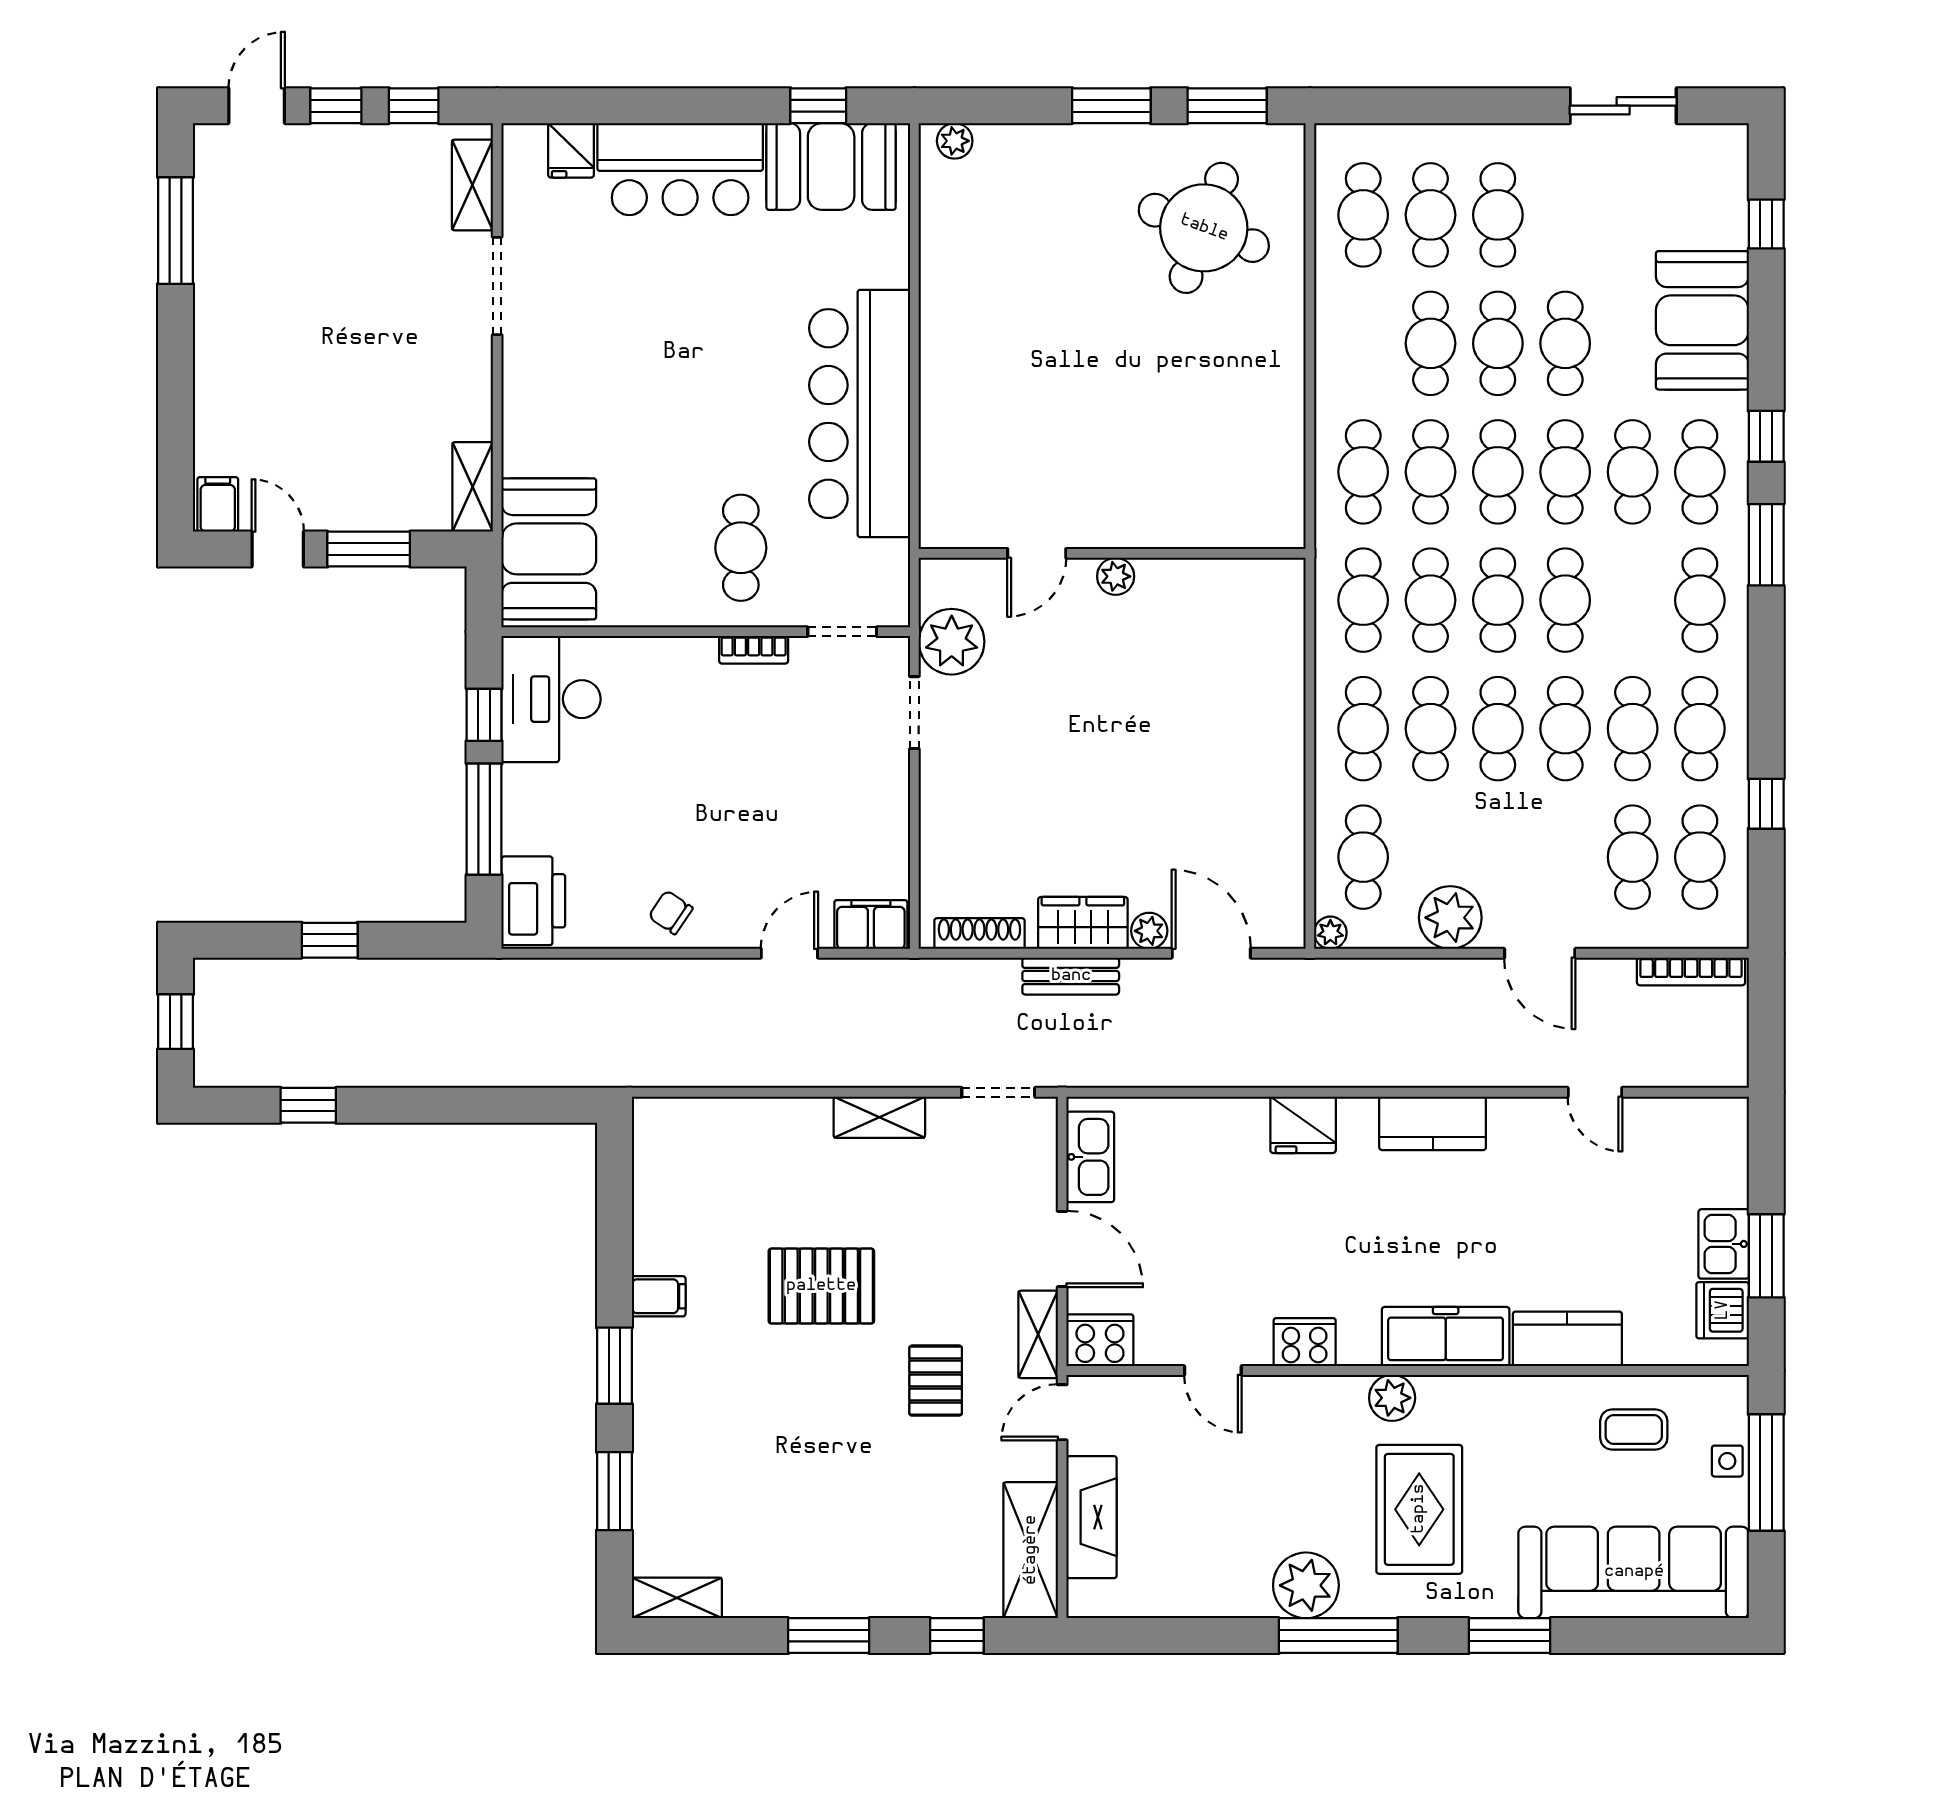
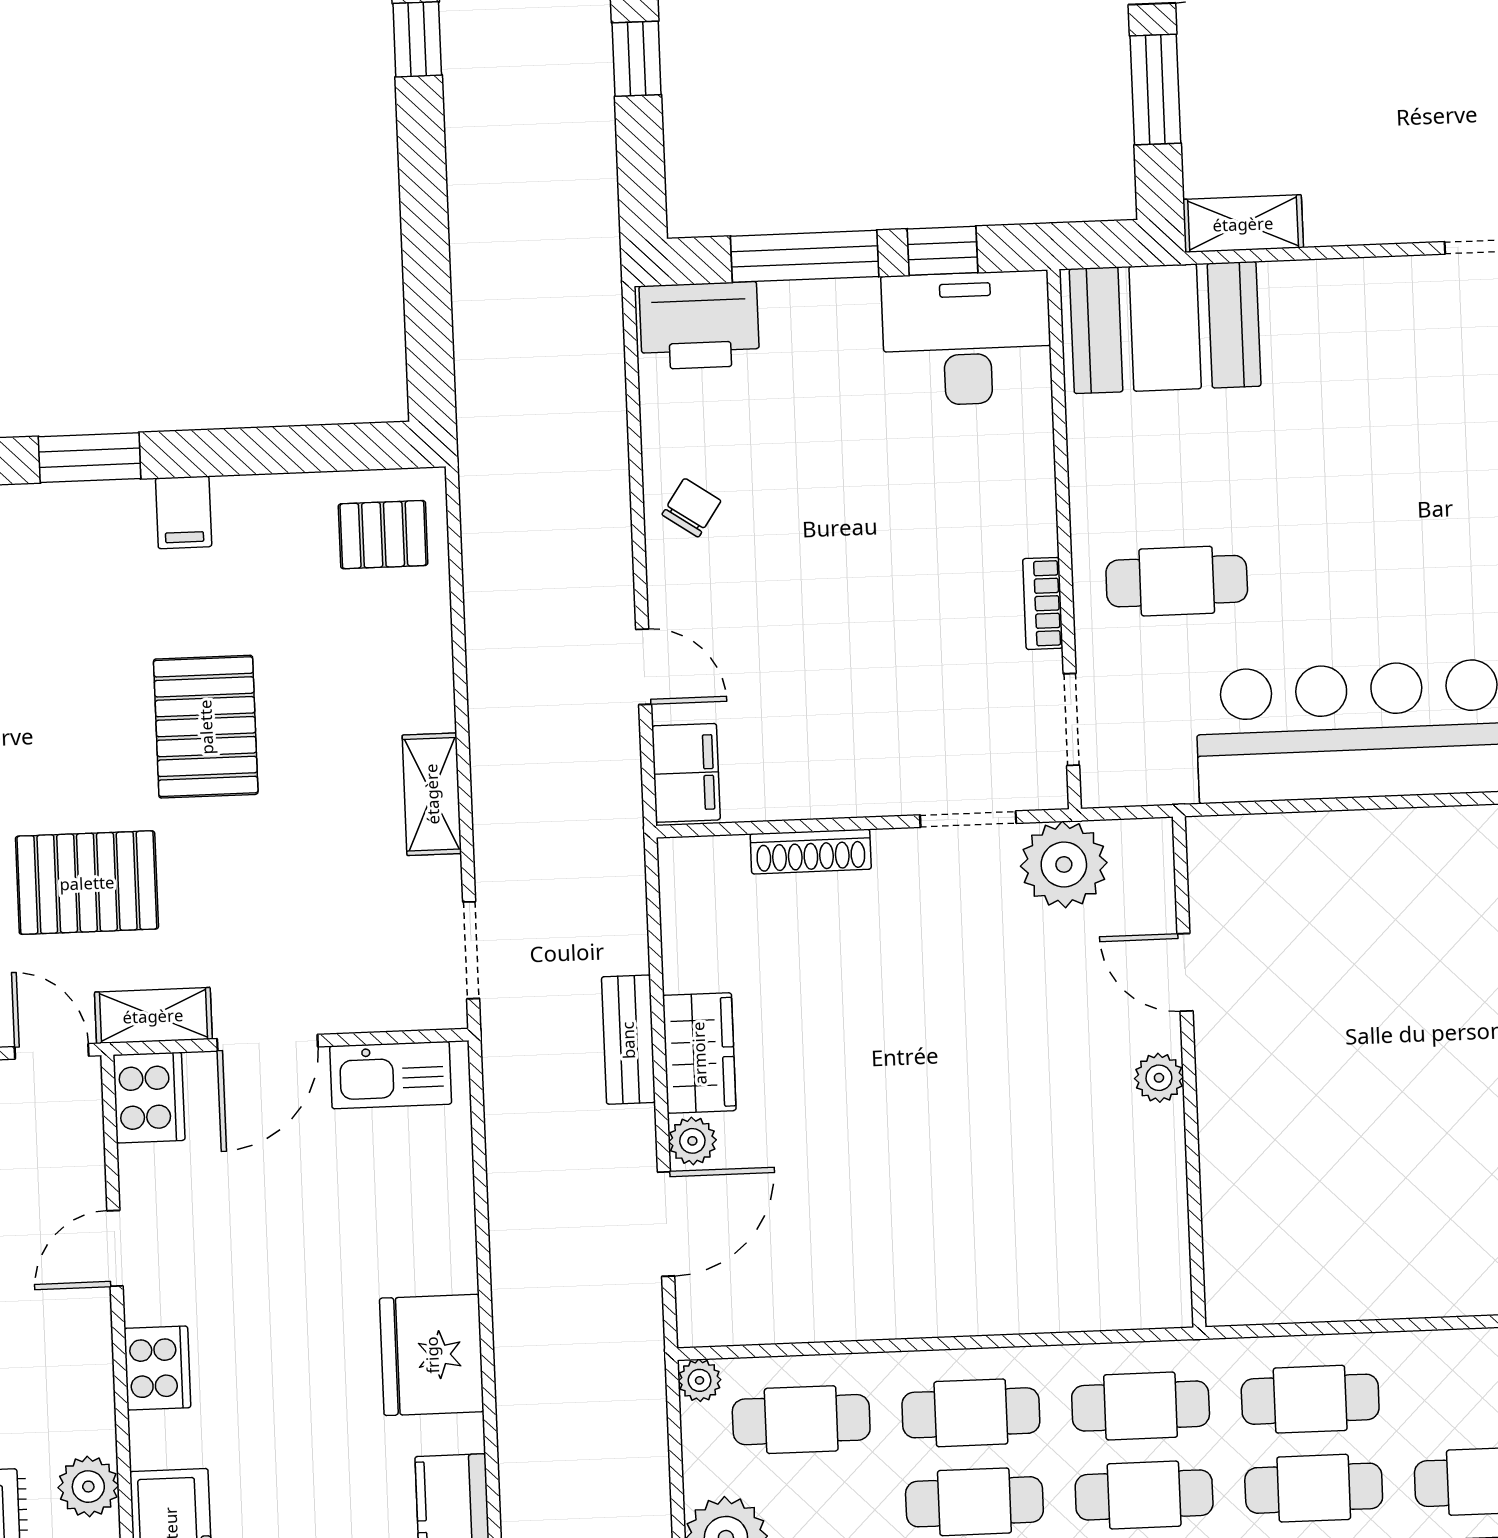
shoe rack: (979, 934) -> (811, 851), moved, turned 90
fridge: (1303, 1125) -> (432, 1355), width x1.36, depth x1.34
pallet: (682, 1146) -> (383, 535), added
pallet: (936, 1381) -> (87, 883), width x1.50, depth x1.42

